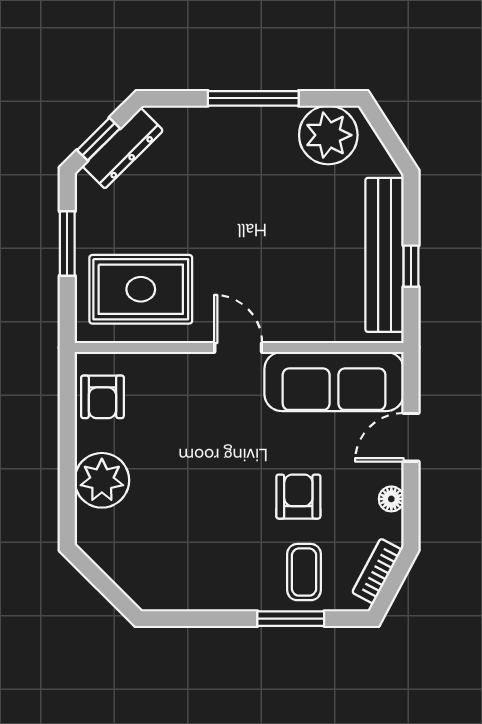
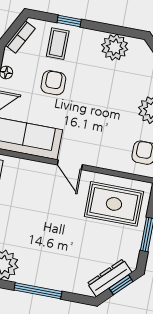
armchair: (298, 497) -> (53, 83), turned 180
plant: (195, 585) -> (115, 47), added
window: (291, 619) -> (69, 21), width x0.67

